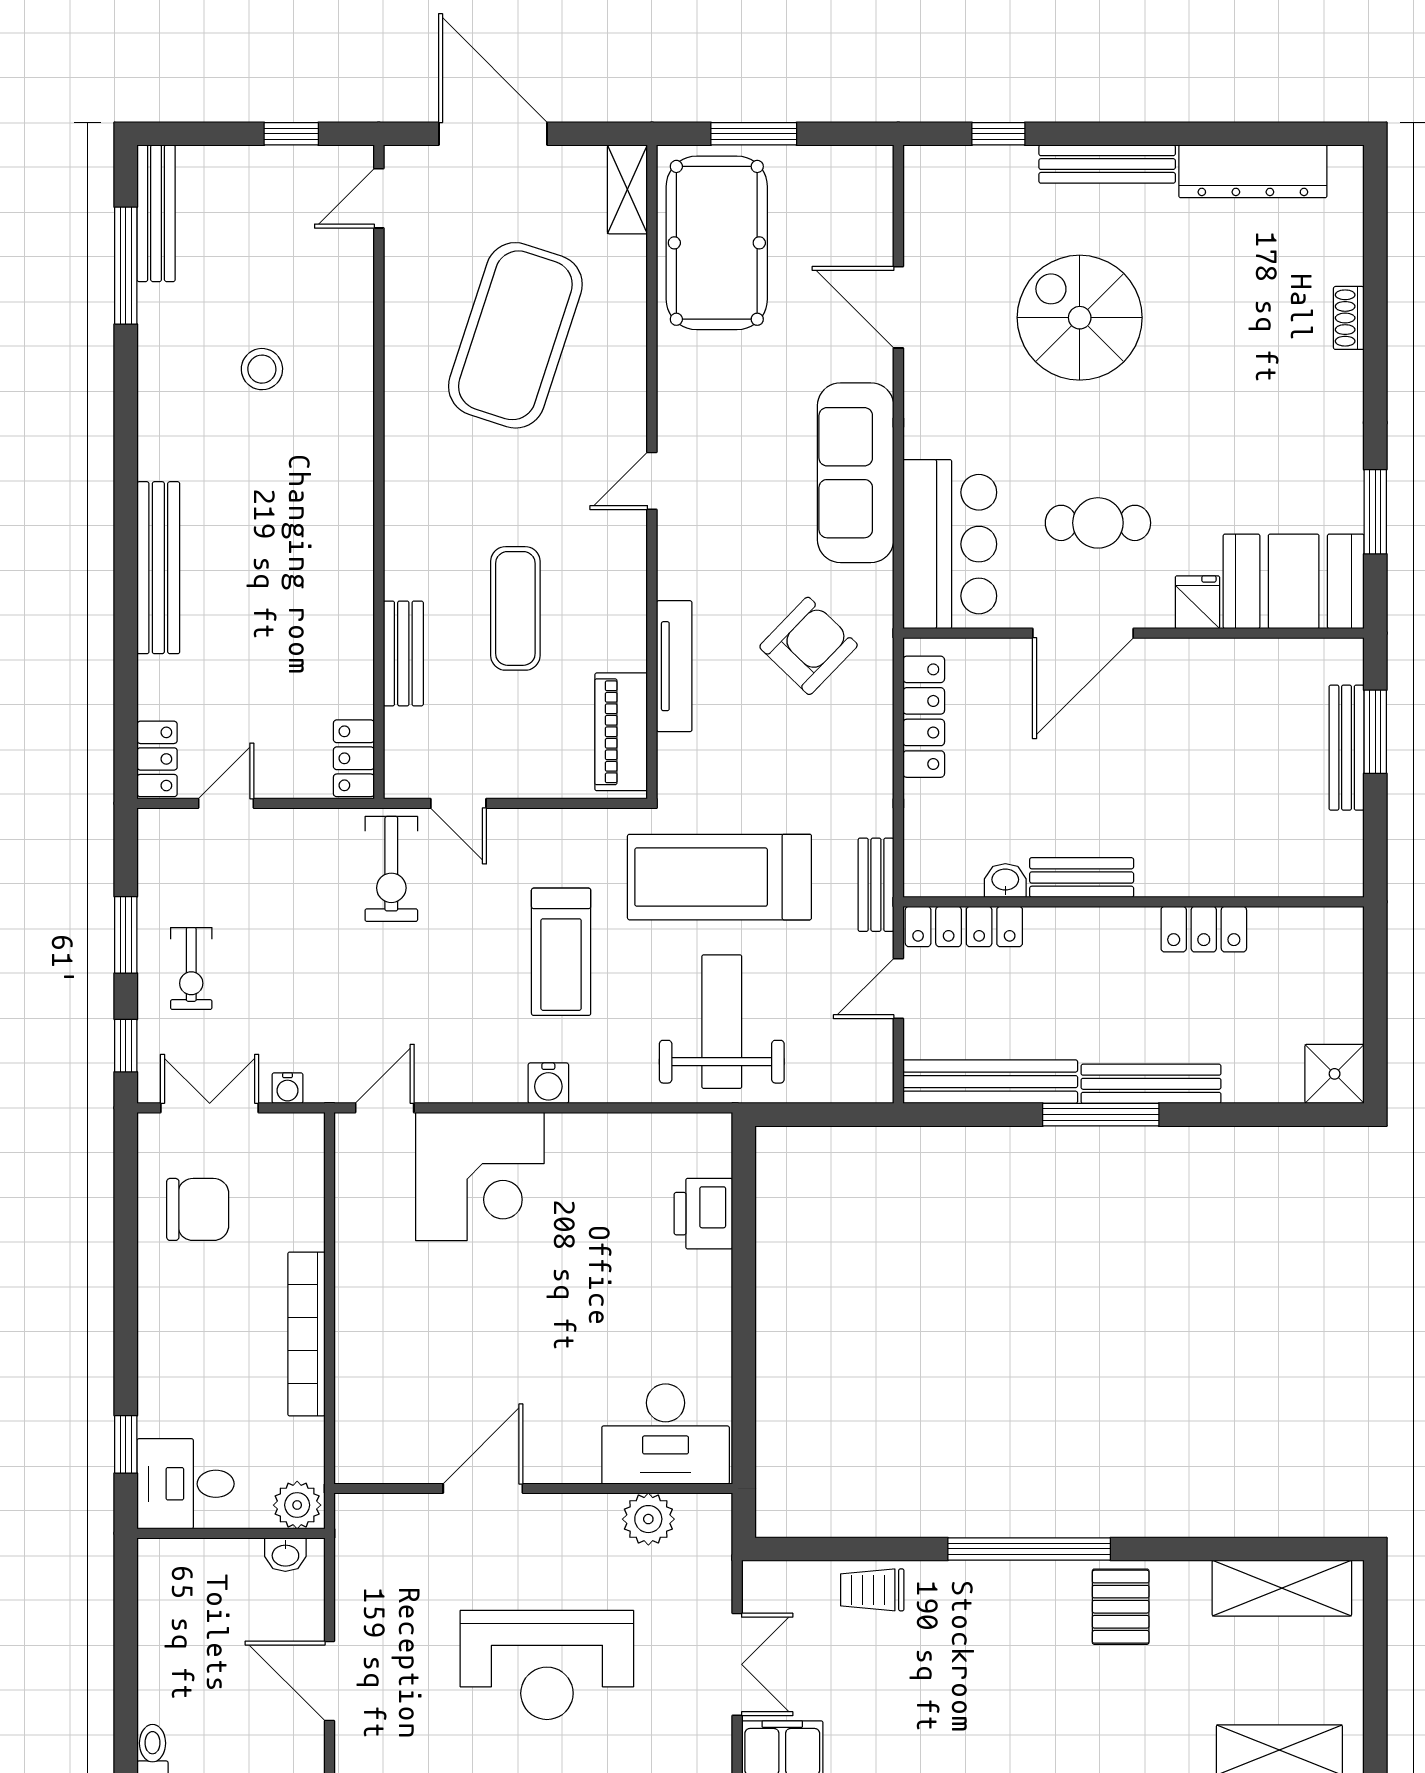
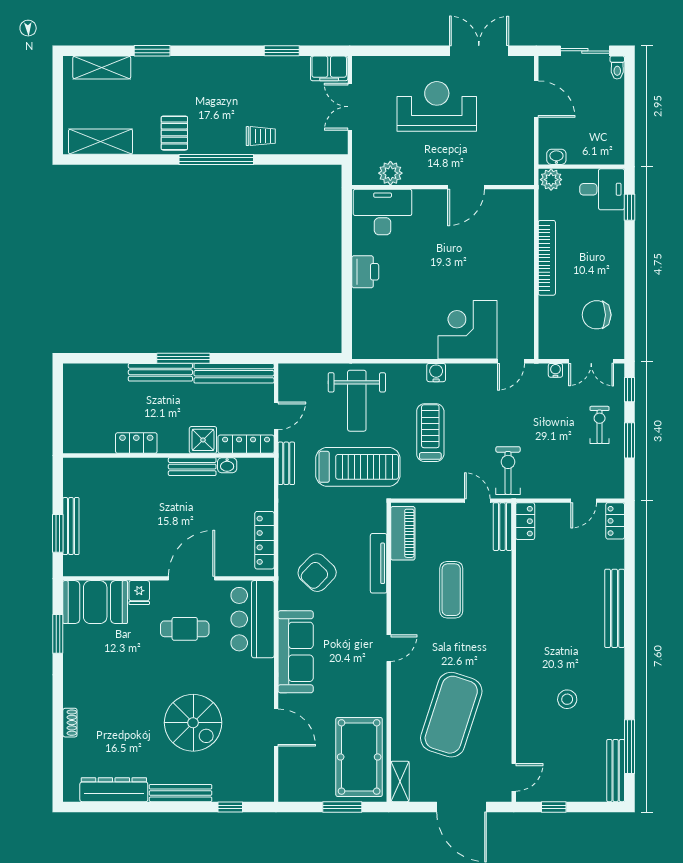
bench: (403, 653) -> (503, 527), moved
shower: (1335, 1074) -> (203, 440), moved
printer: (703, 1214) -> (365, 272), moved
trolley: (872, 1590) -> (261, 136), moved

